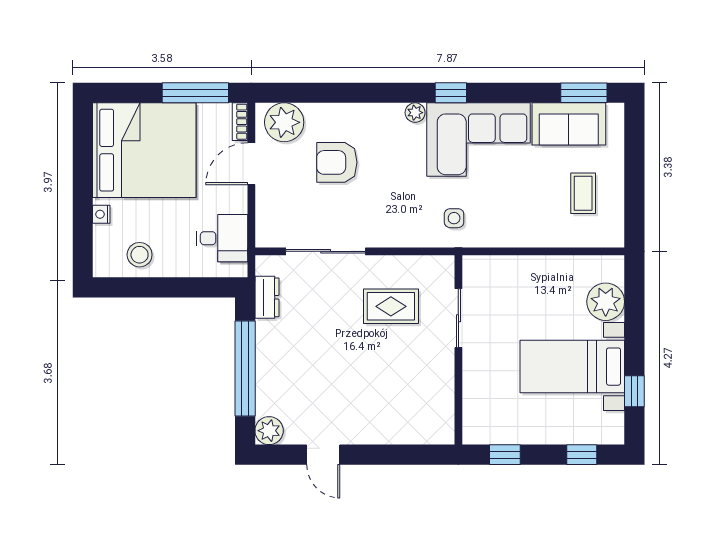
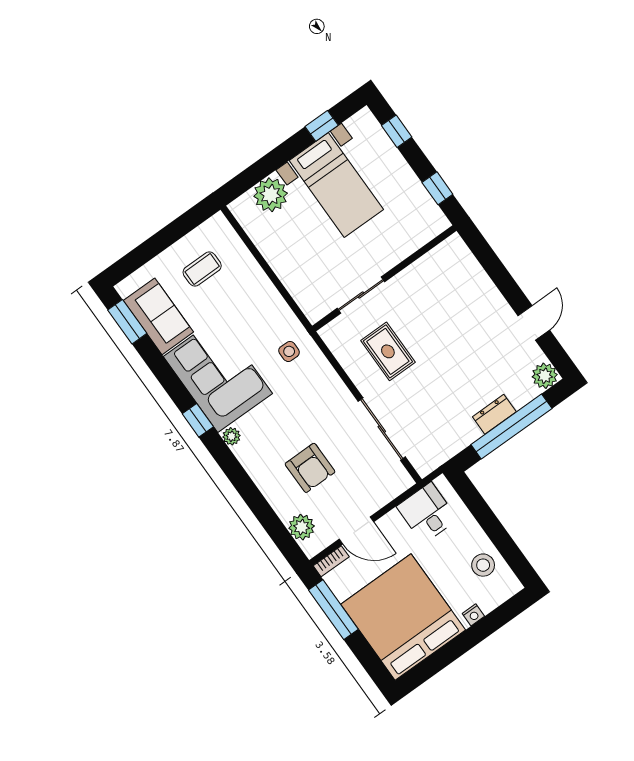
plant: (284, 122) -> (302, 527), width x0.73, depth x0.73
dresser: (267, 297) -> (494, 414), moved

